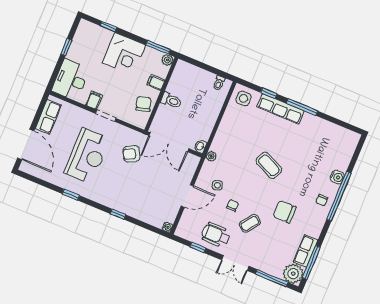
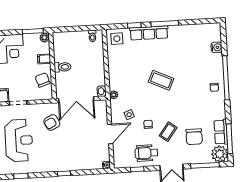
water cooler: (337, 177) -> (217, 47), moved
chair: (284, 212) -> (194, 137), moved, turned -90

